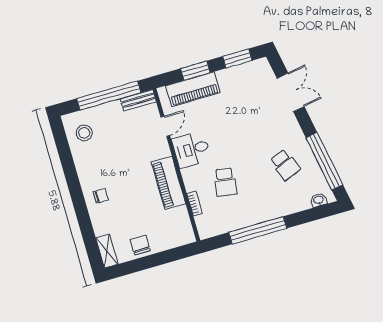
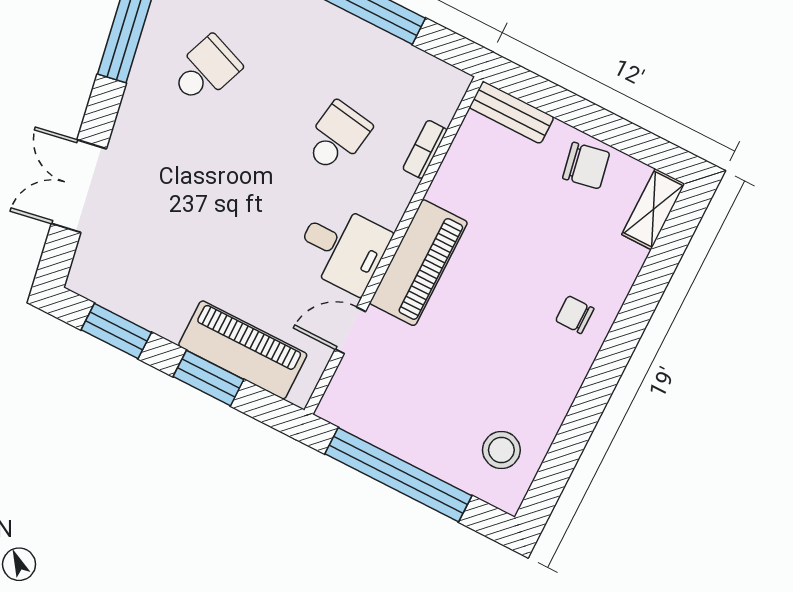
bench: (138, 100) -> (511, 112), moved
school desk: (285, 165) -> (206, 70), turned 42
piano: (168, 183) -> (419, 263), moved
chair: (140, 245) -> (586, 165), turned -101

